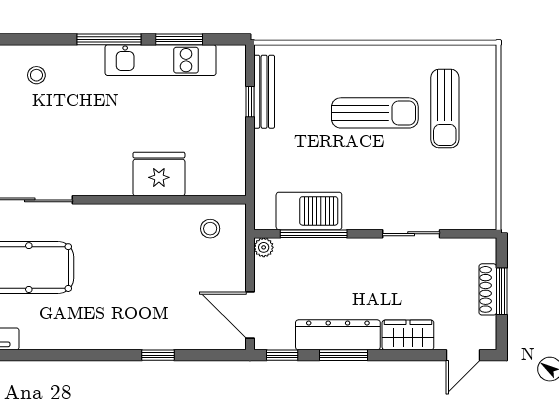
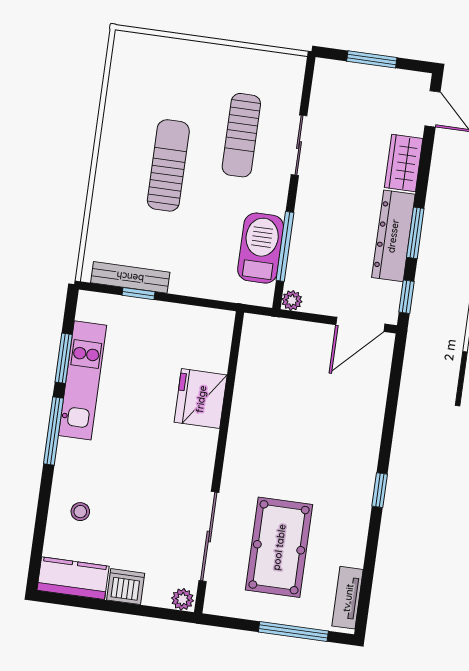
sun lounger: (445, 109) -> (241, 135), moved, turned 90
stool: (210, 229) -> (265, 353), removed
shoe rack: (488, 289) -> (368, 74), removed
window: (158, 355) -> (380, 490), moved

